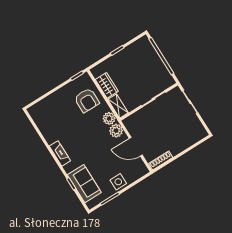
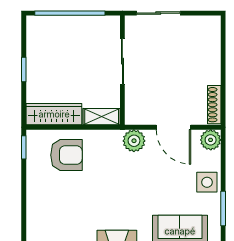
wardrobe: (107, 85) -> (54, 114), width x1.50
plant: (109, 118) -> (211, 140), moved
door: (136, 147) -> (174, 127), hinge flipped

